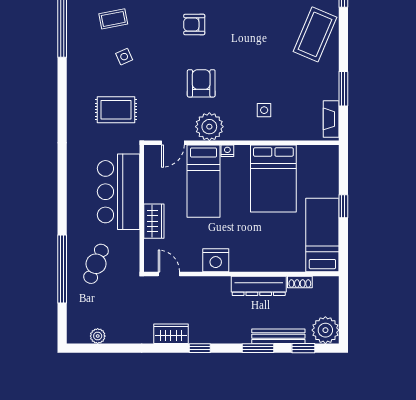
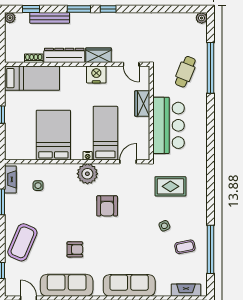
coffee table: (113, 19) -> (185, 247), moved
armchair: (194, 24) -> (75, 249), moved
side table: (264, 110) -> (38, 186), moved
plant: (209, 127) -> (87, 174), moved
bed: (322, 235) -> (32, 78), moved, turned -90
plant: (325, 330) -> (10, 18), width x0.53, depth x0.53
wardrobe: (171, 334) -> (99, 55), moved, turned 180
plant: (98, 336) -> (202, 18), moved
window: (258, 348) -> (79, 9), moved

